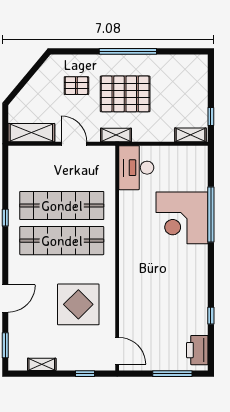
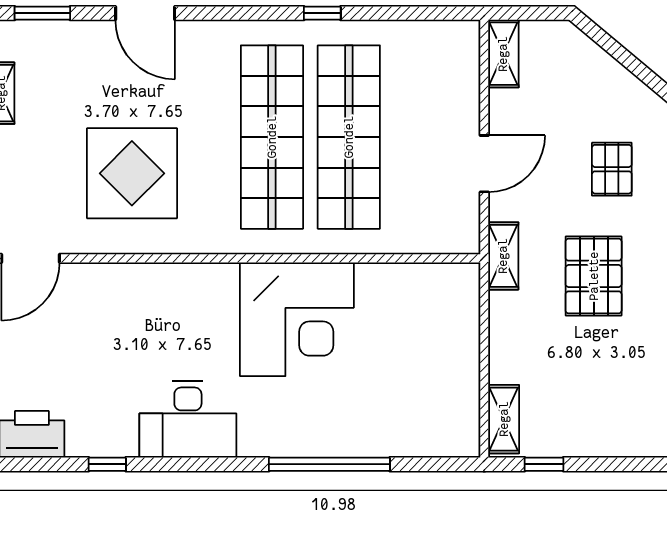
pallet: (125, 94) -> (594, 276), width x0.73, depth x0.71
shelving: (31, 133) -> (503, 54), width x0.67, depth x0.75
desk: (136, 168) -> (188, 420), moved, turned 180
corner desk: (182, 218) -> (297, 319), moved, turned 180

